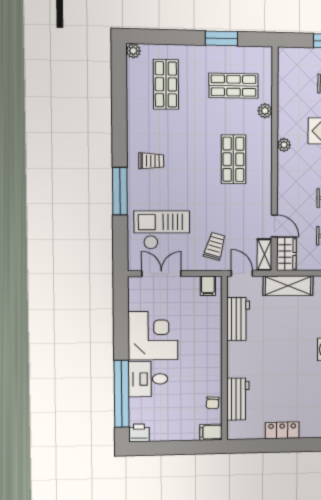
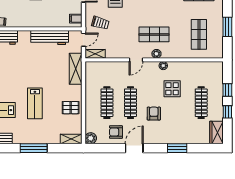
plant: (265, 111) -> (156, 54), moved
door: (274, 226) -> (136, 60), moved
wardrobe: (286, 254) -> (95, 68), removed
workbench: (238, 319) -> (50, 37), width x1.38

